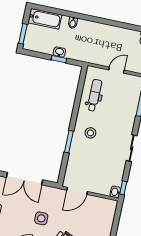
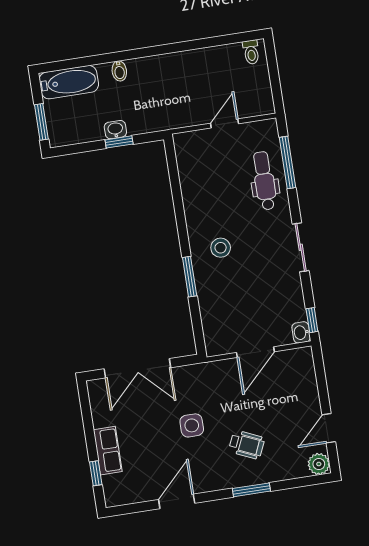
dental chair: (94, 95) -> (264, 181), moved
door: (77, 191) -> (255, 352), moved

